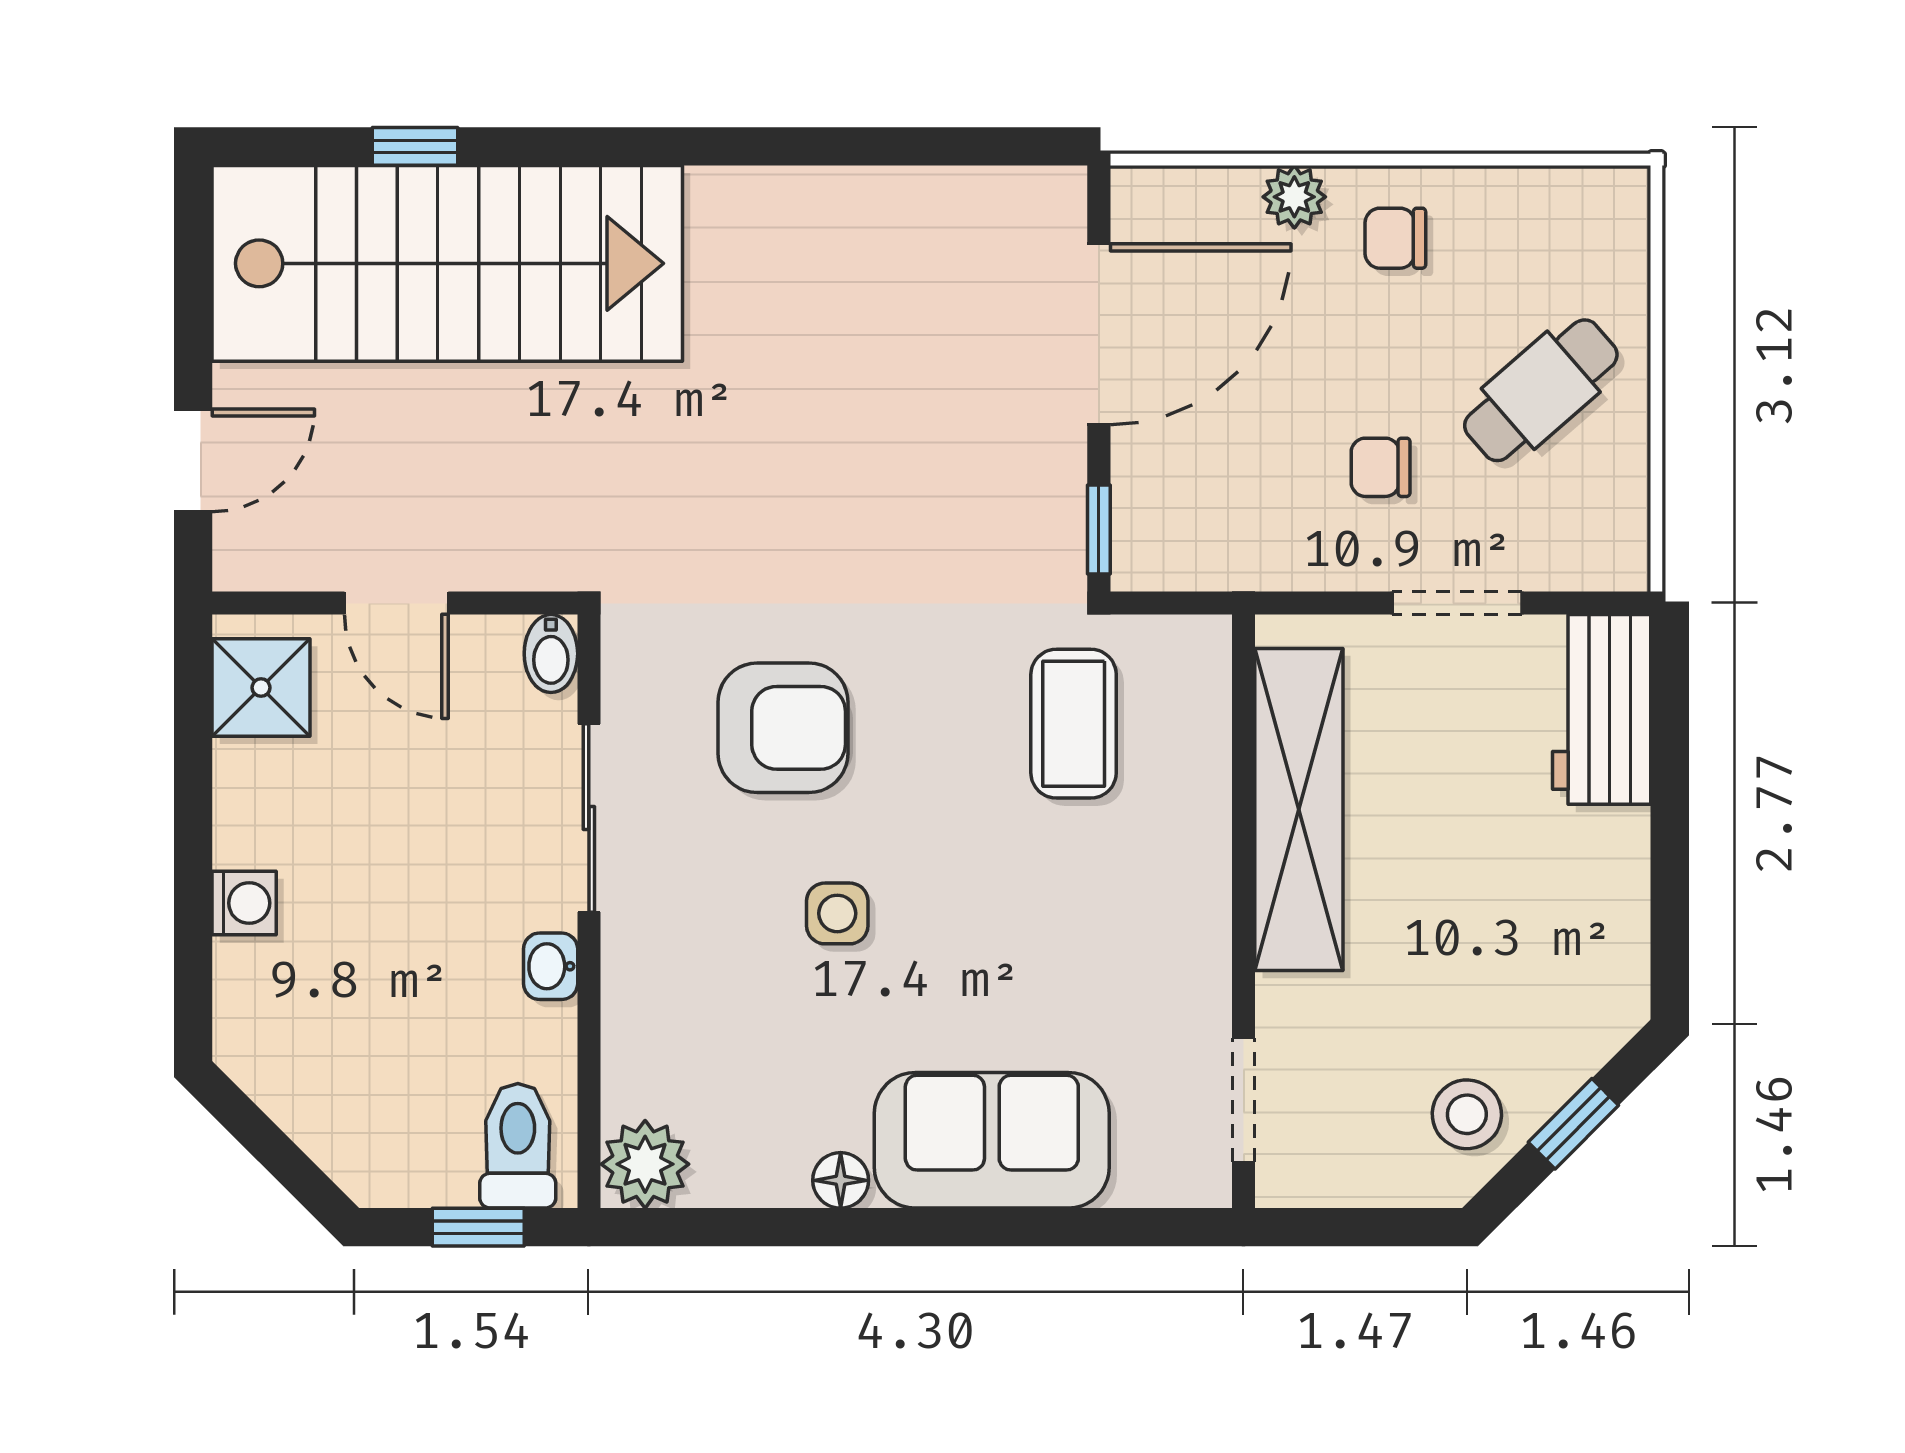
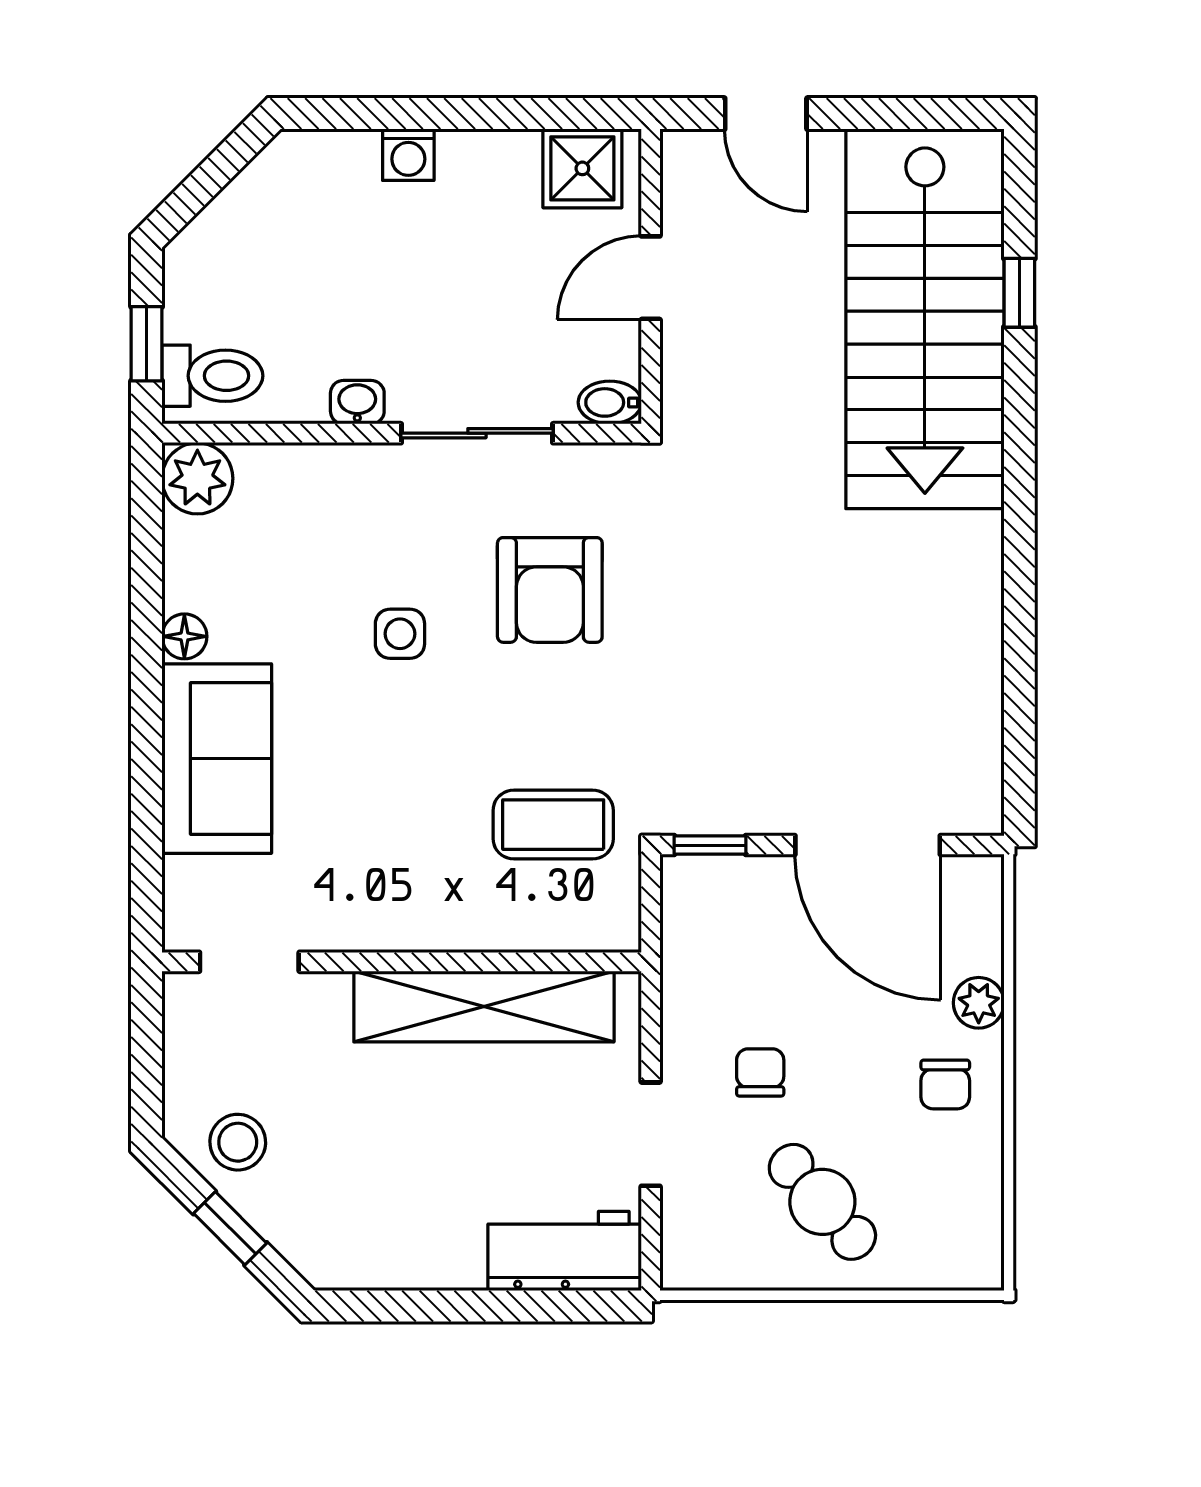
chair: (1395, 238) -> (945, 1084), turned 180

